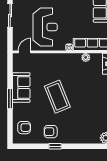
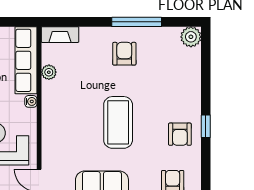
coffee table: (57, 97) -> (118, 122), turned -68
armchair: (96, 100) -> (124, 54), added

